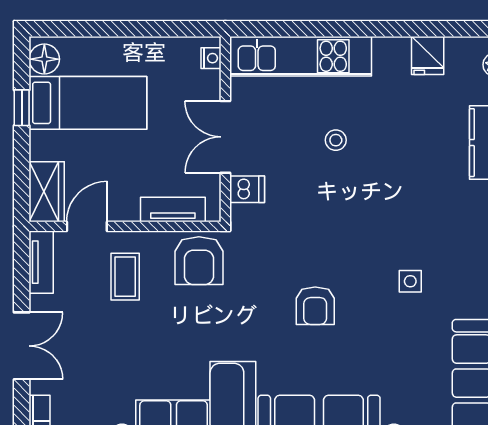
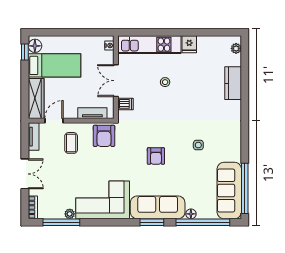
fridge: (428, 55) -> (189, 44), moved
window: (22, 108) -> (25, 52), moved
wardrobe: (47, 192) -> (36, 98), width x1.50

